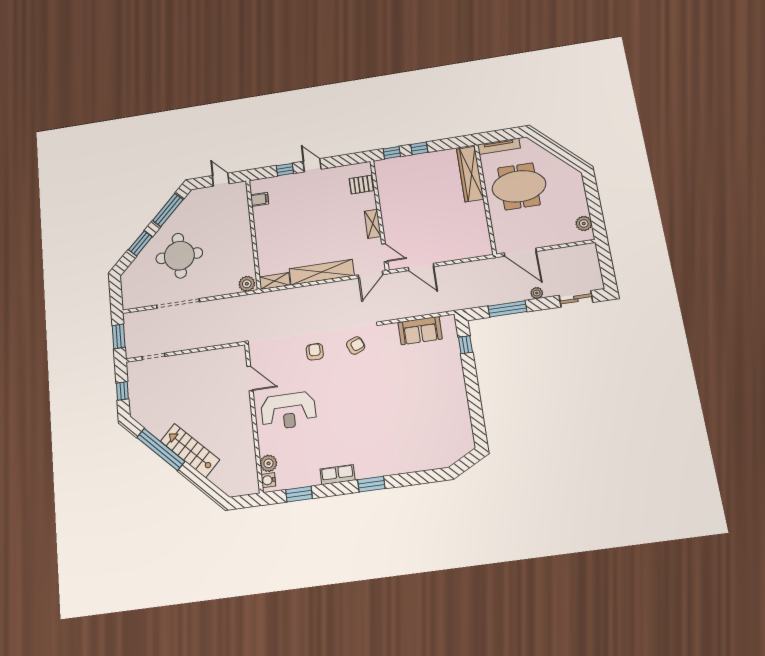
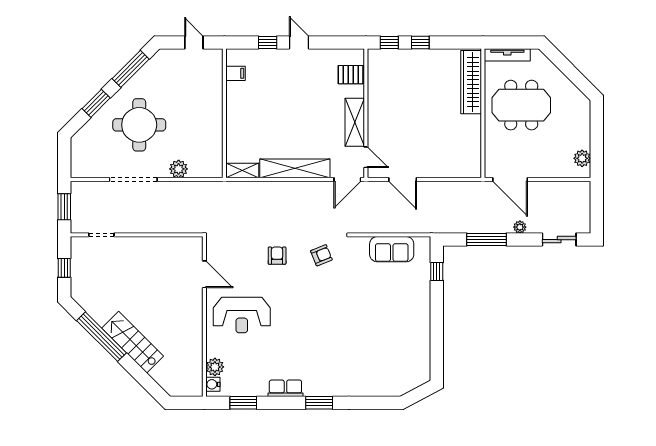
shelving: (373, 224) -> (355, 122), width x1.50, depth x1.33
plant: (247, 284) -> (179, 169), moved

